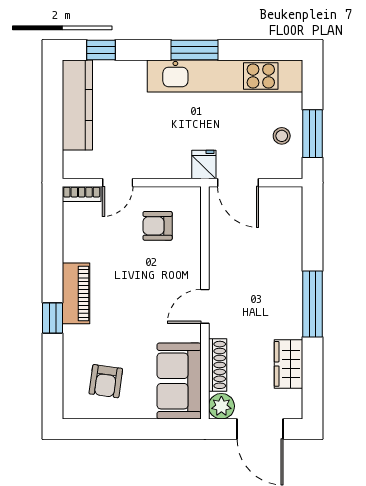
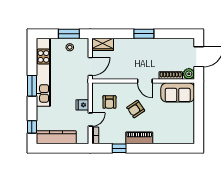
fridge: (204, 165) -> (82, 105), moved
door: (118, 183) -> (90, 119), hinge flipped
window: (313, 304) -> (144, 34), width x0.69
window: (53, 318) -> (119, 148), moved
wardrobe: (289, 364) -> (103, 44), moved
armchair: (106, 381) -> (136, 109), moved, turned 138

